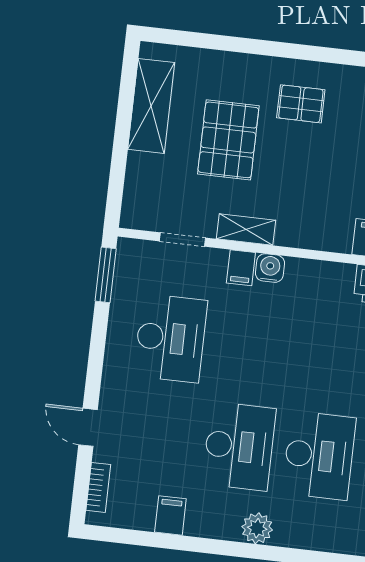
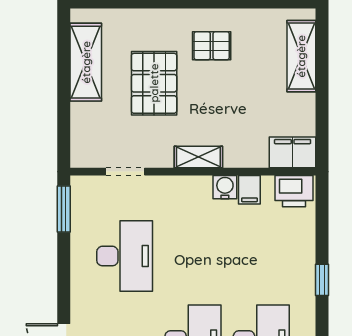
shelving: (246, 229) -> (198, 157), moved
filing cabinet: (241, 268) -> (249, 190), moved
water cooler: (270, 268) -> (225, 187), moved

